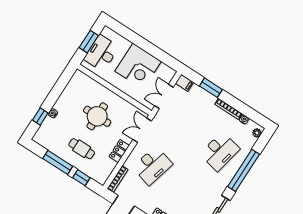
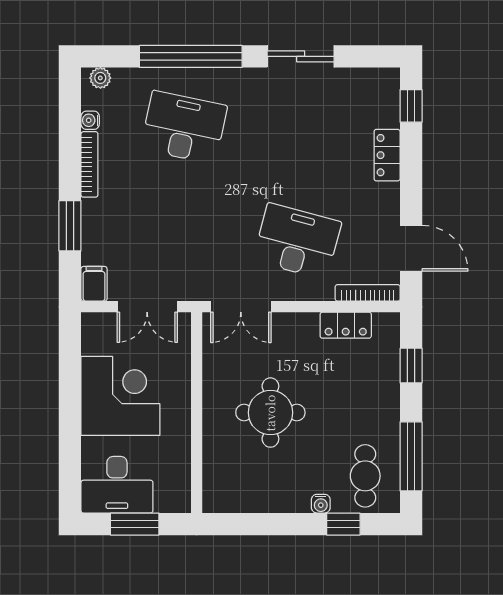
desk: (101, 53) -> (117, 485), moved
cafe table: (82, 149) -> (365, 476), moved
locker: (119, 151) -> (346, 325), moved
window: (58, 162) -> (411, 456), moved

